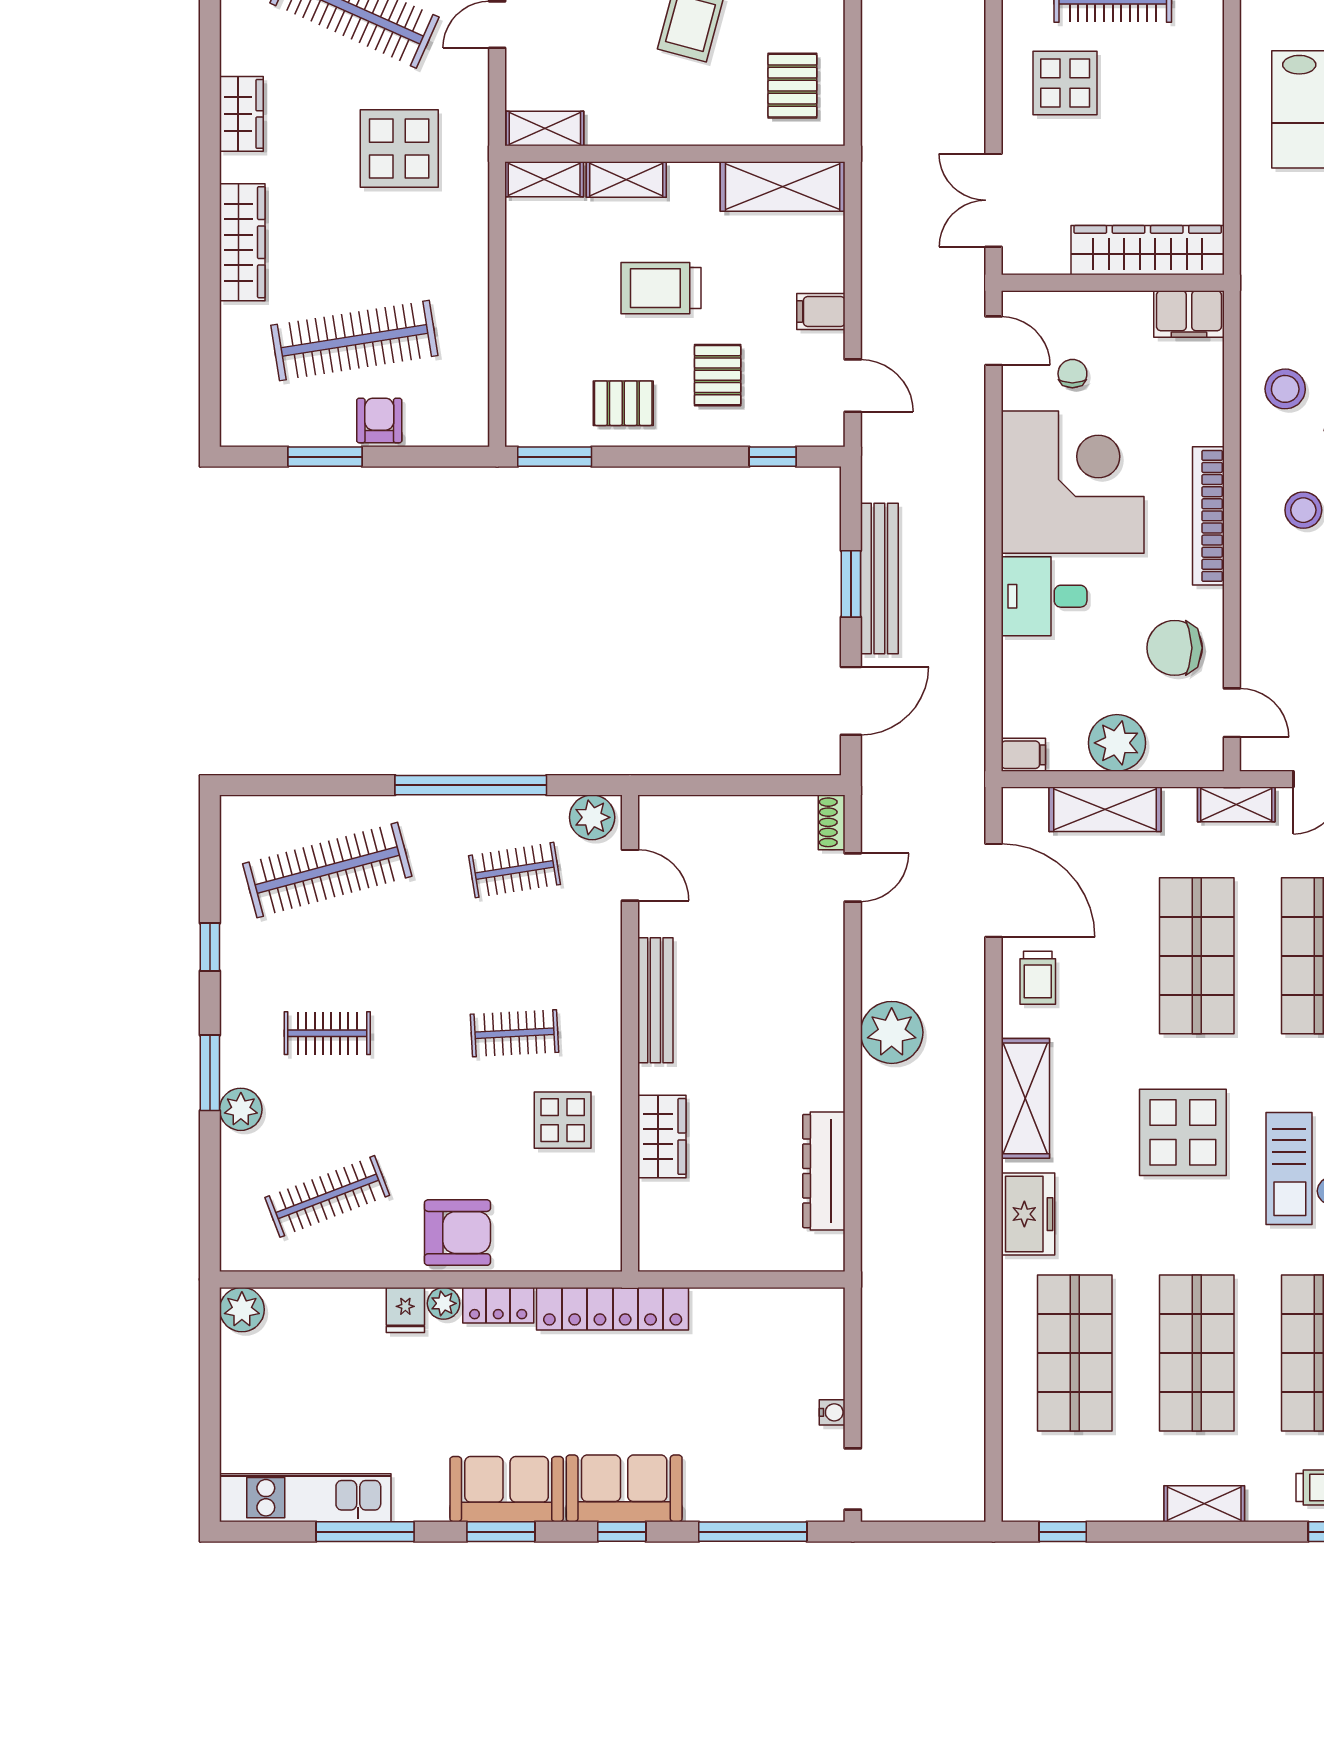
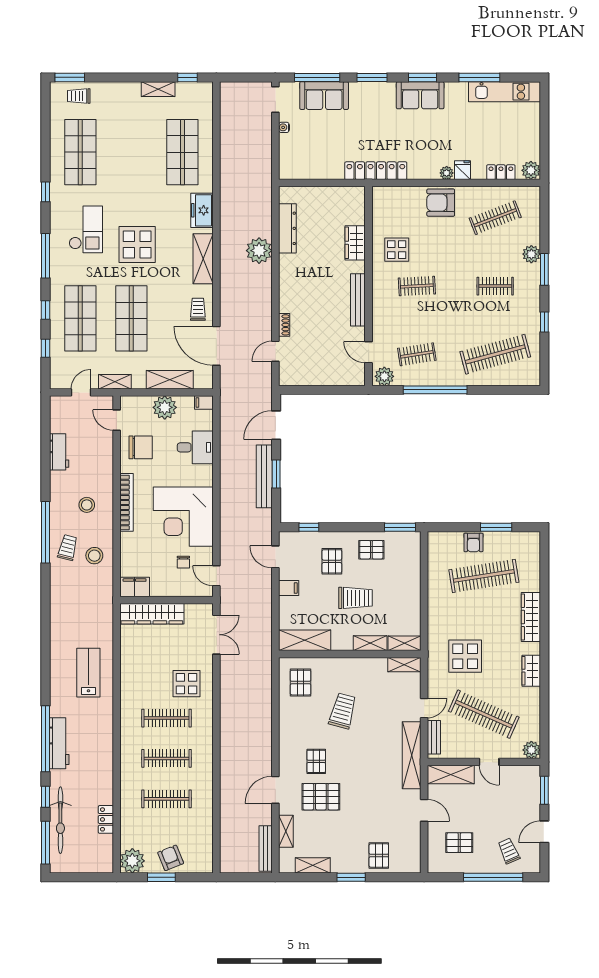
desk: (1044, 596) -> (195, 447), moved
shoe rack: (832, 822) -> (284, 325), moved
plant: (892, 1032) -> (259, 251), moved
locker: (498, 1305) -> (501, 172), moved
shop shelf: (1197, 1353) -> (131, 152), removed
sofa: (624, 1488) -> (324, 96), moved
shelving: (1204, 1504) -> (158, 89), moved
window: (622, 1532) -> (372, 77), width x1.50

